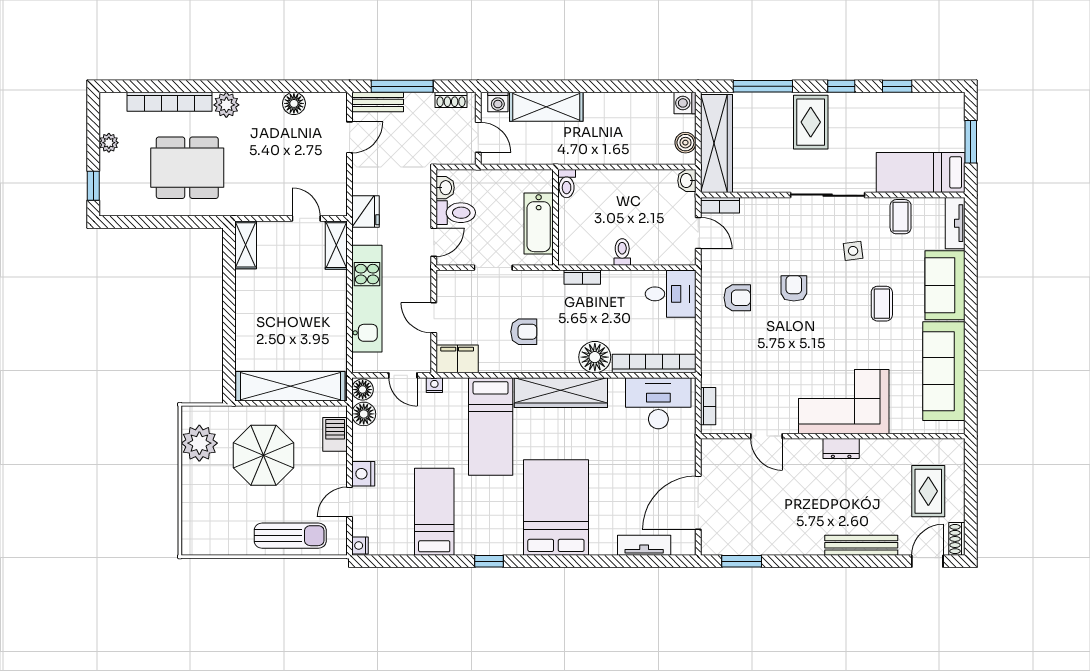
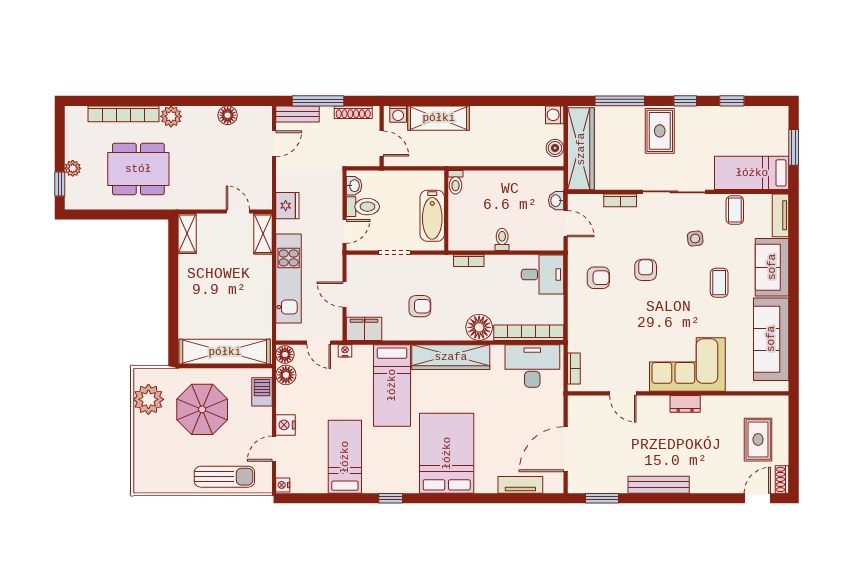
shoe rack: (451, 100) -> (353, 112), width x1.43
plant: (109, 143) -> (73, 168), moved
washbasin: (687, 181) -> (556, 201), moved
bookcase: (720, 205) -> (620, 200), moved
bench: (861, 545) -> (659, 485), moved

